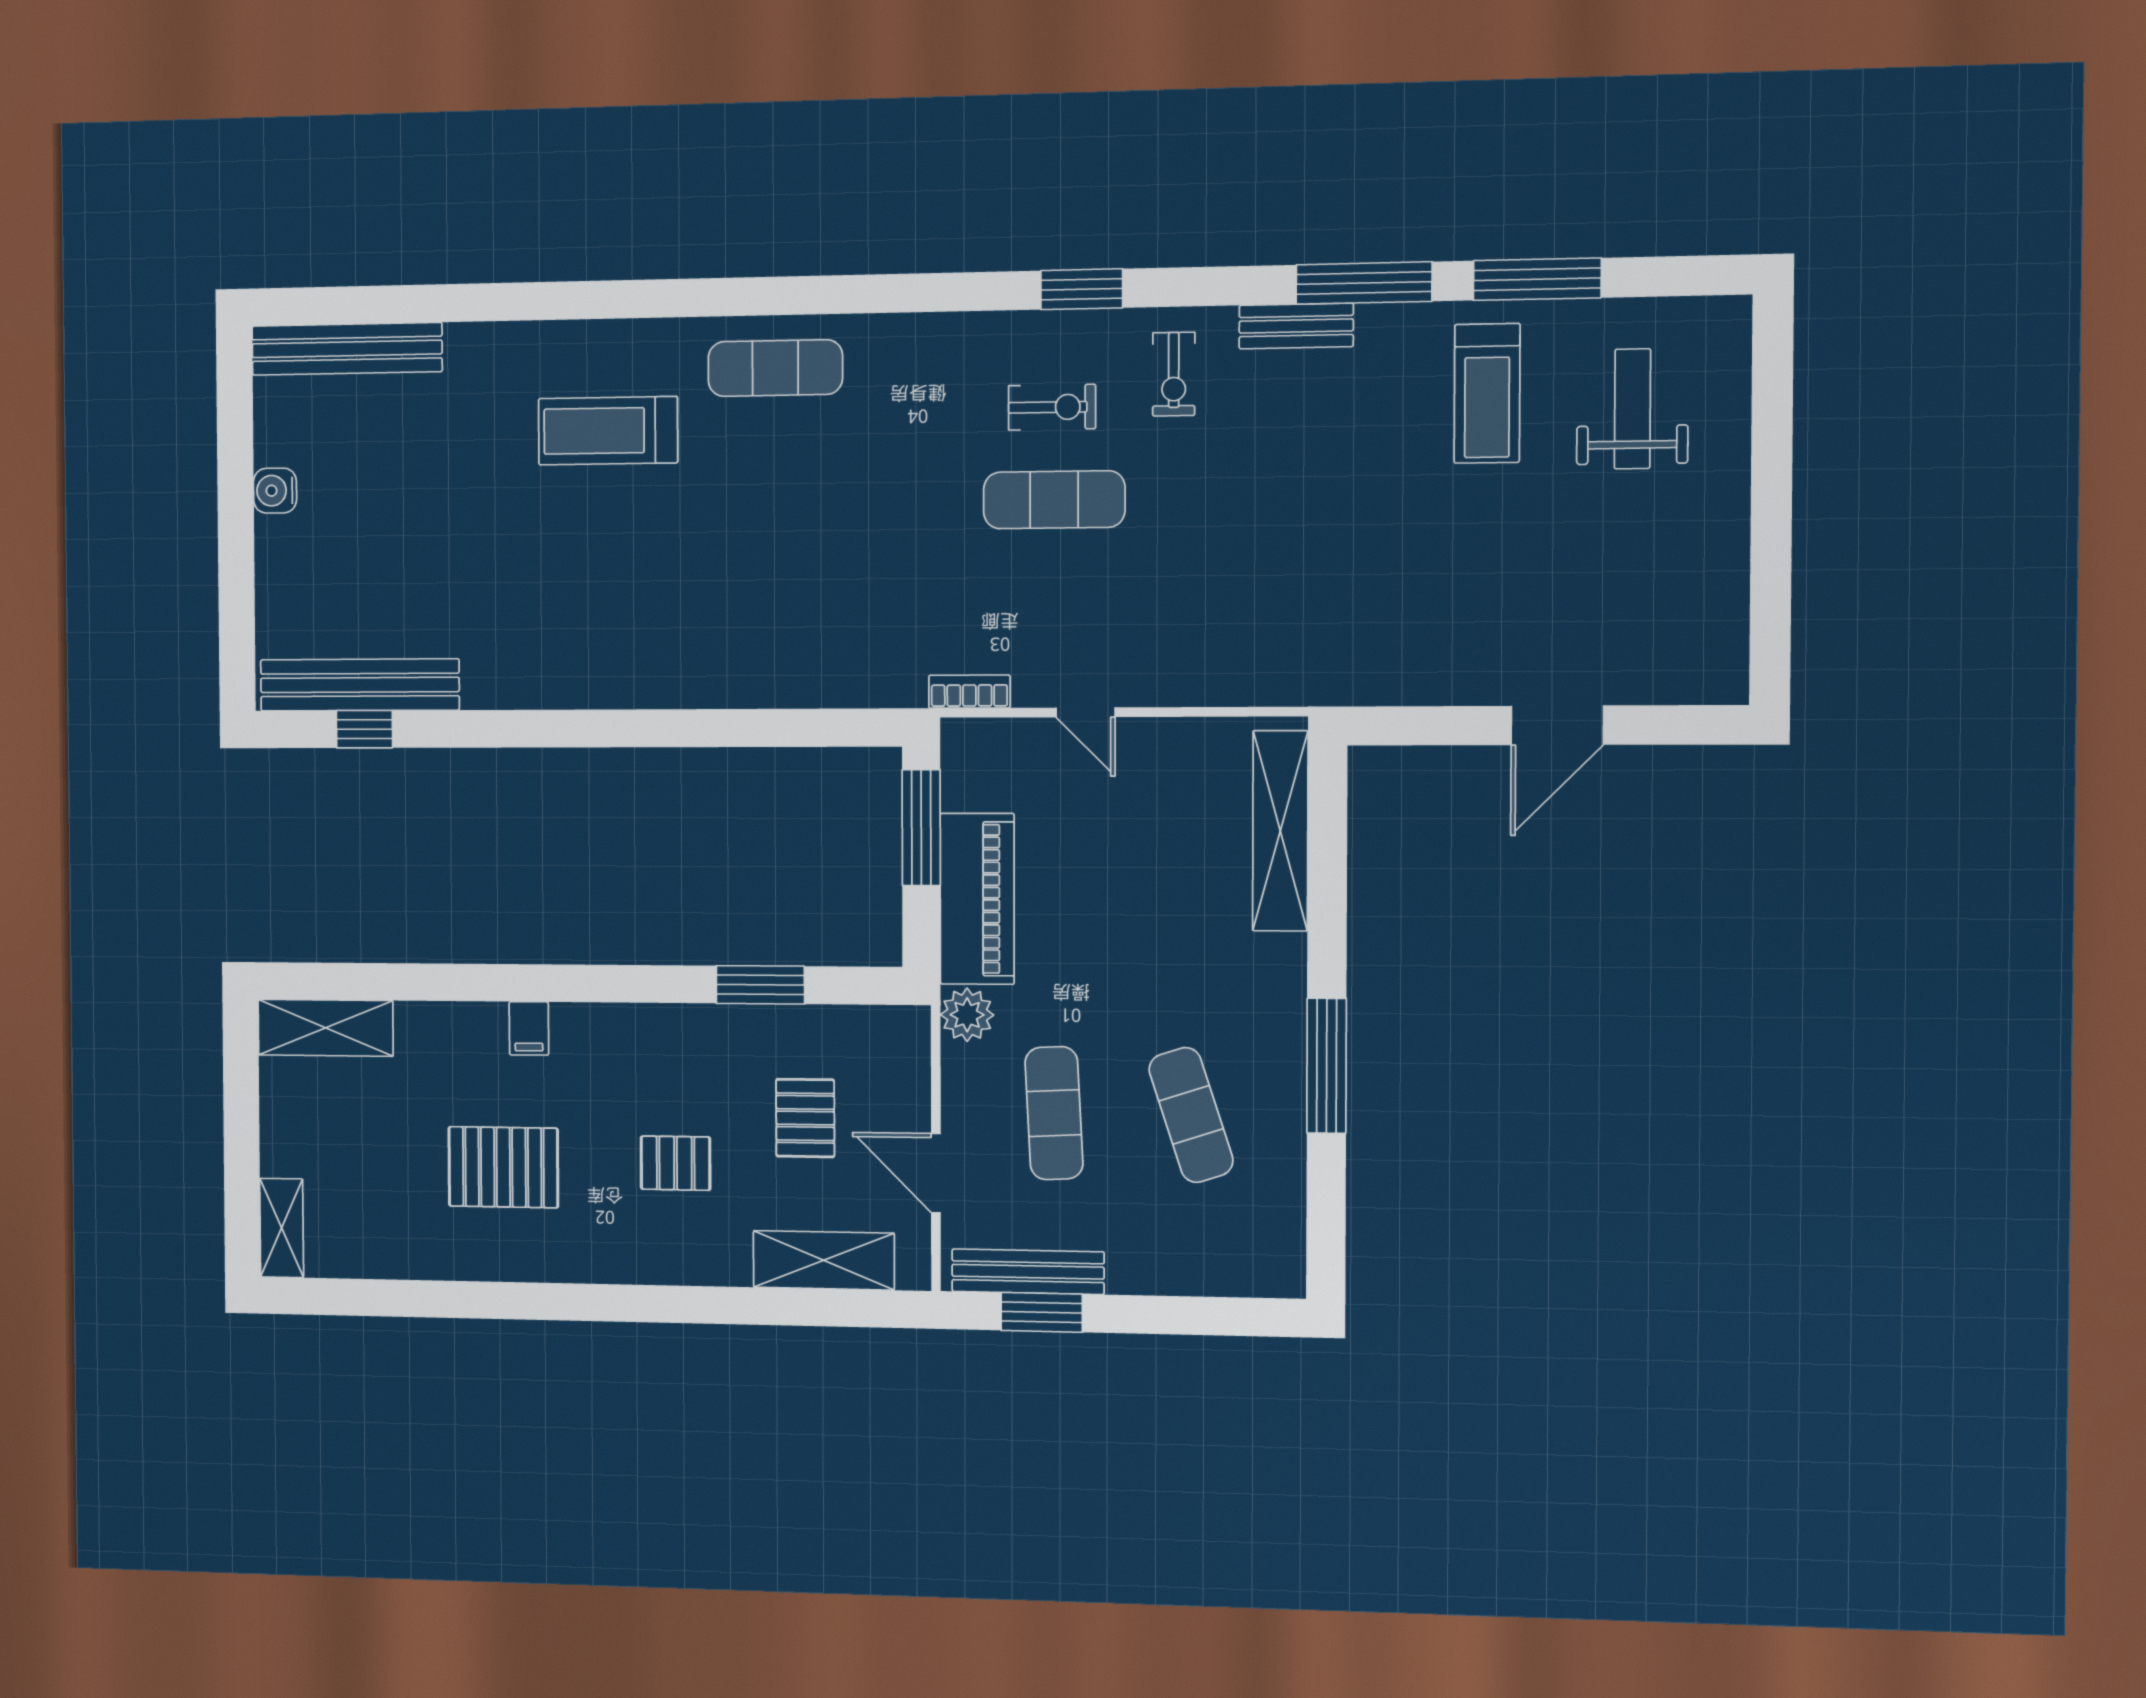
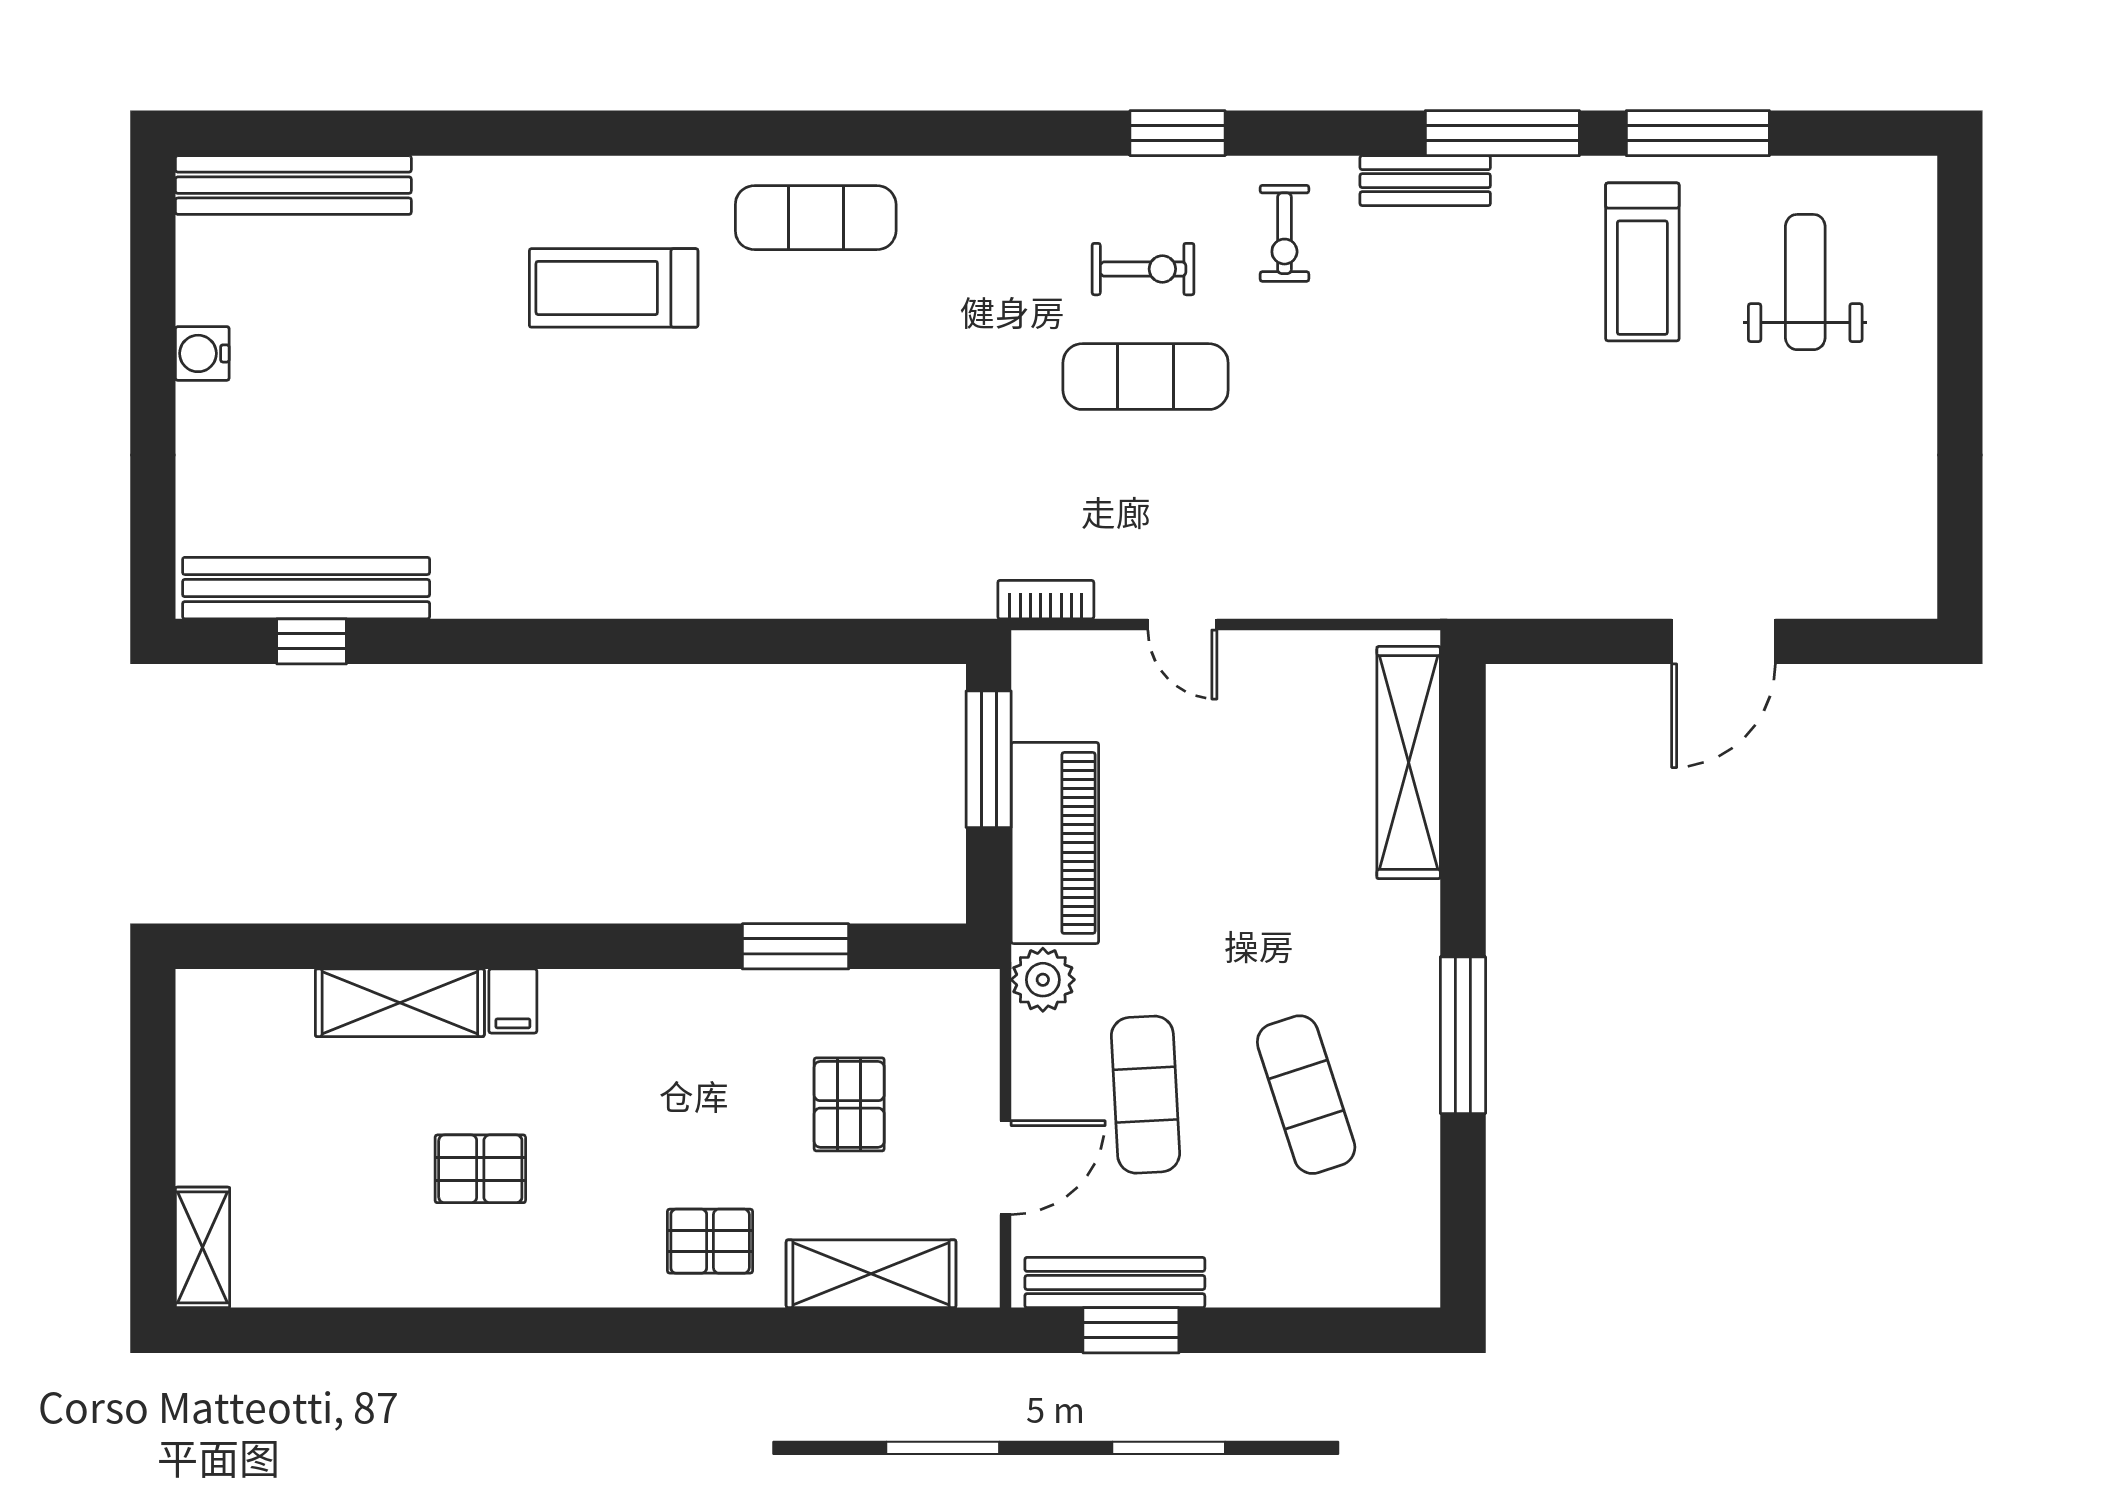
shelving: (326, 1028) -> (400, 1003), moved
pallet: (676, 1163) -> (710, 1241), moved
pallet: (503, 1167) -> (480, 1169), width x0.67, depth x0.71
door: (936, 1173) -> (1006, 1168), swing flipped

